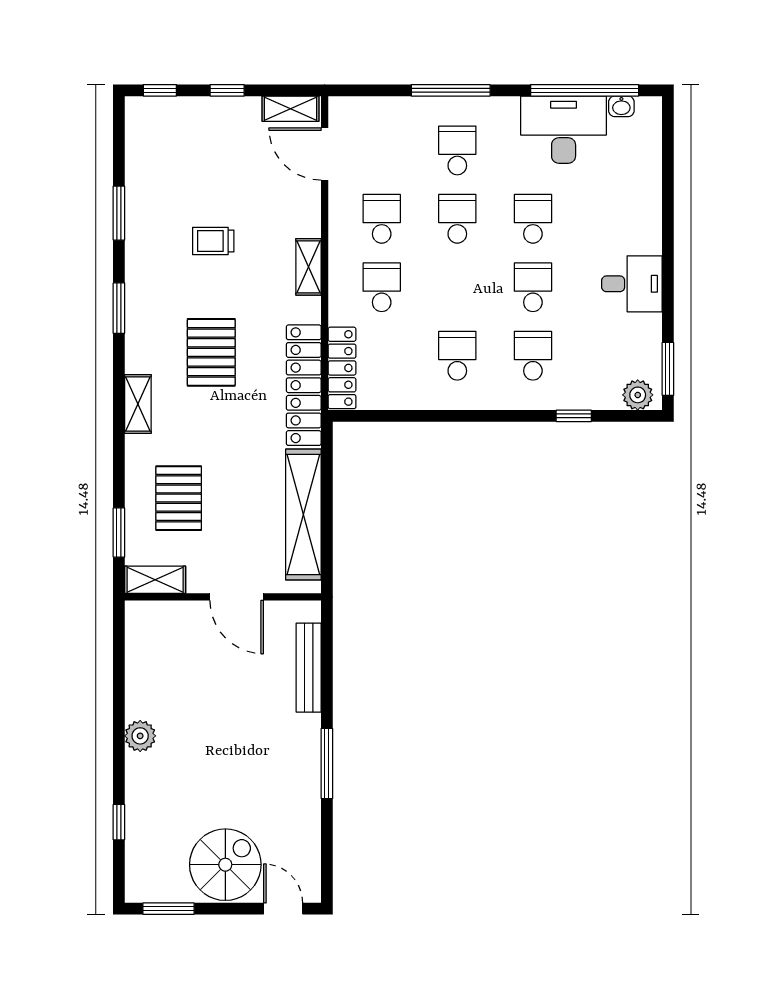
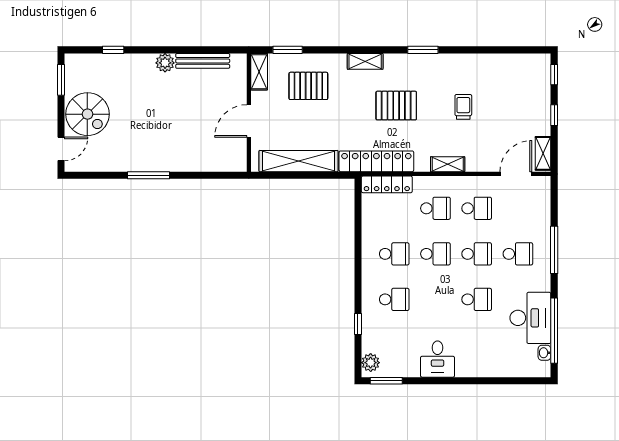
window: (119, 213) -> (480, 50), removed
school desk: (533, 287) -> (435, 254), moved
bench: (309, 668) -> (203, 61), moved

